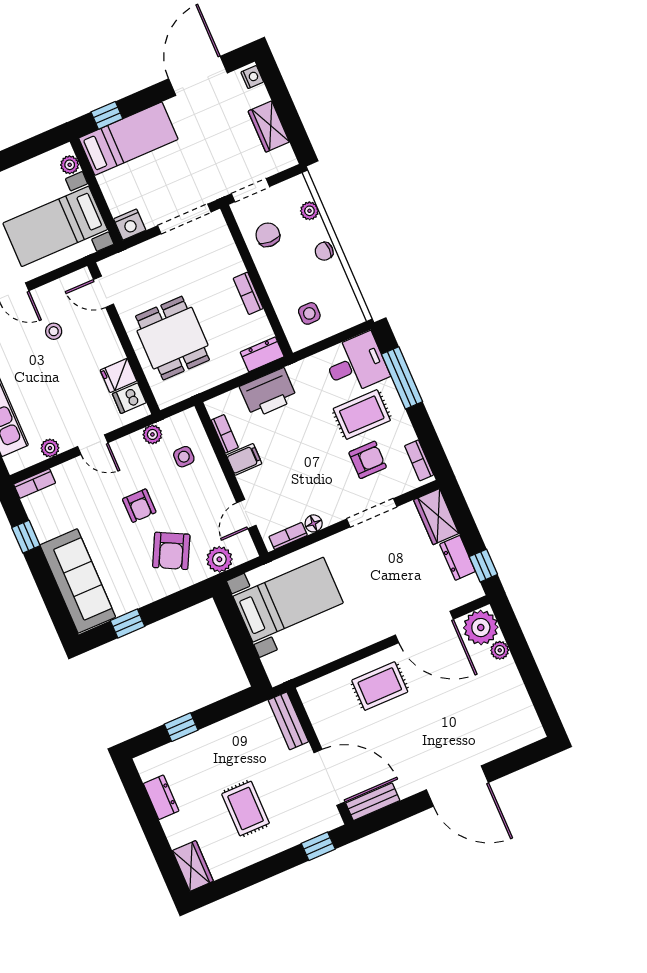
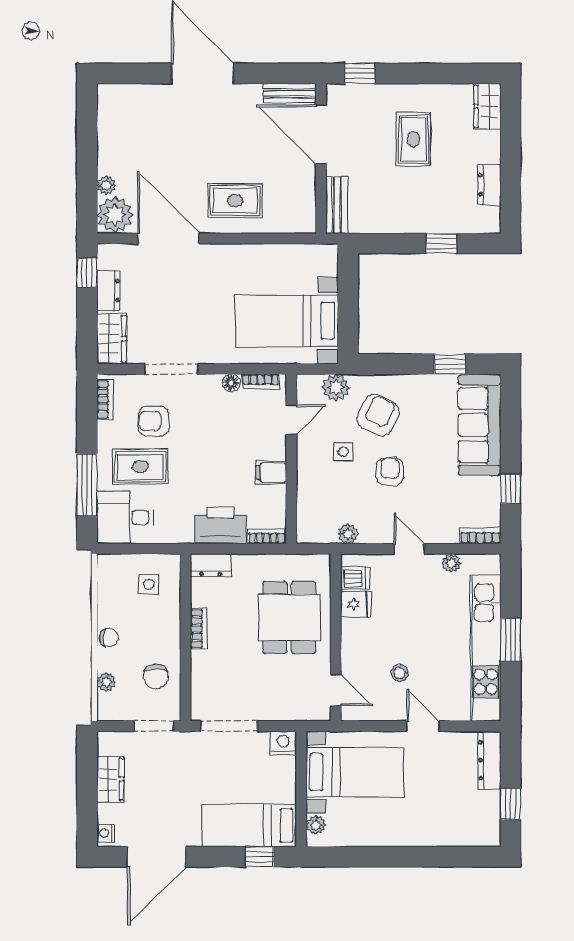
bookcase: (225, 434) -> (267, 536), moved, turned 90
side table: (184, 457) -> (343, 452), moved

